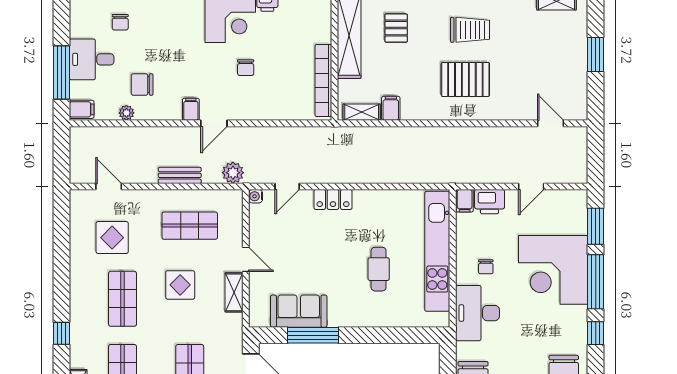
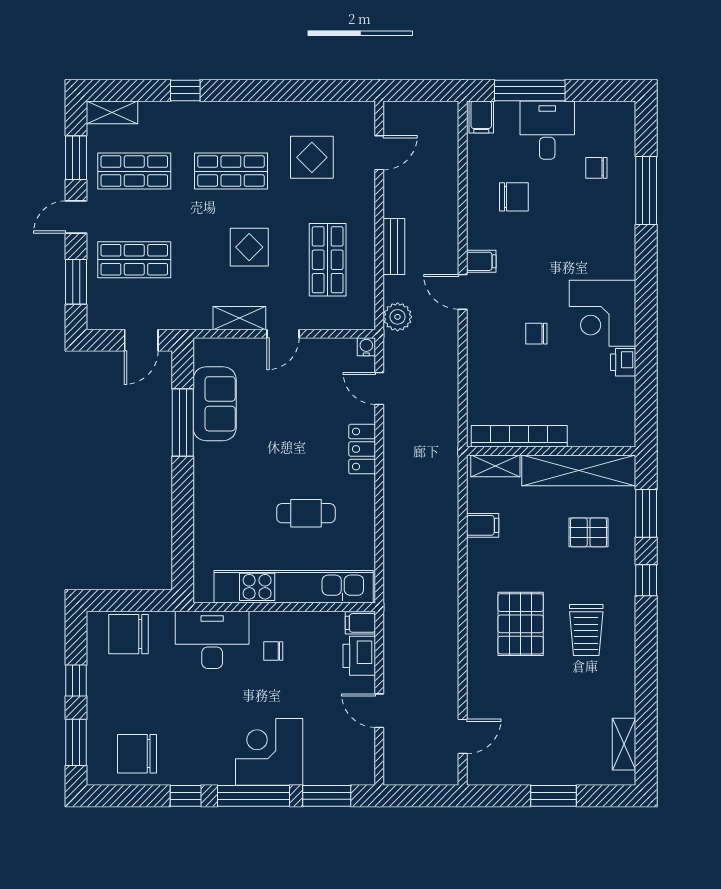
chair: (142, 85) -> (514, 197), turned 90
shelving: (362, 112) -> (495, 466), moved, turned 90
plant: (126, 113) -> (477, 176), removed
cafe table: (379, 269) -> (306, 513), moved
corner desk: (553, 270) -> (269, 752), width x0.74, depth x0.74

